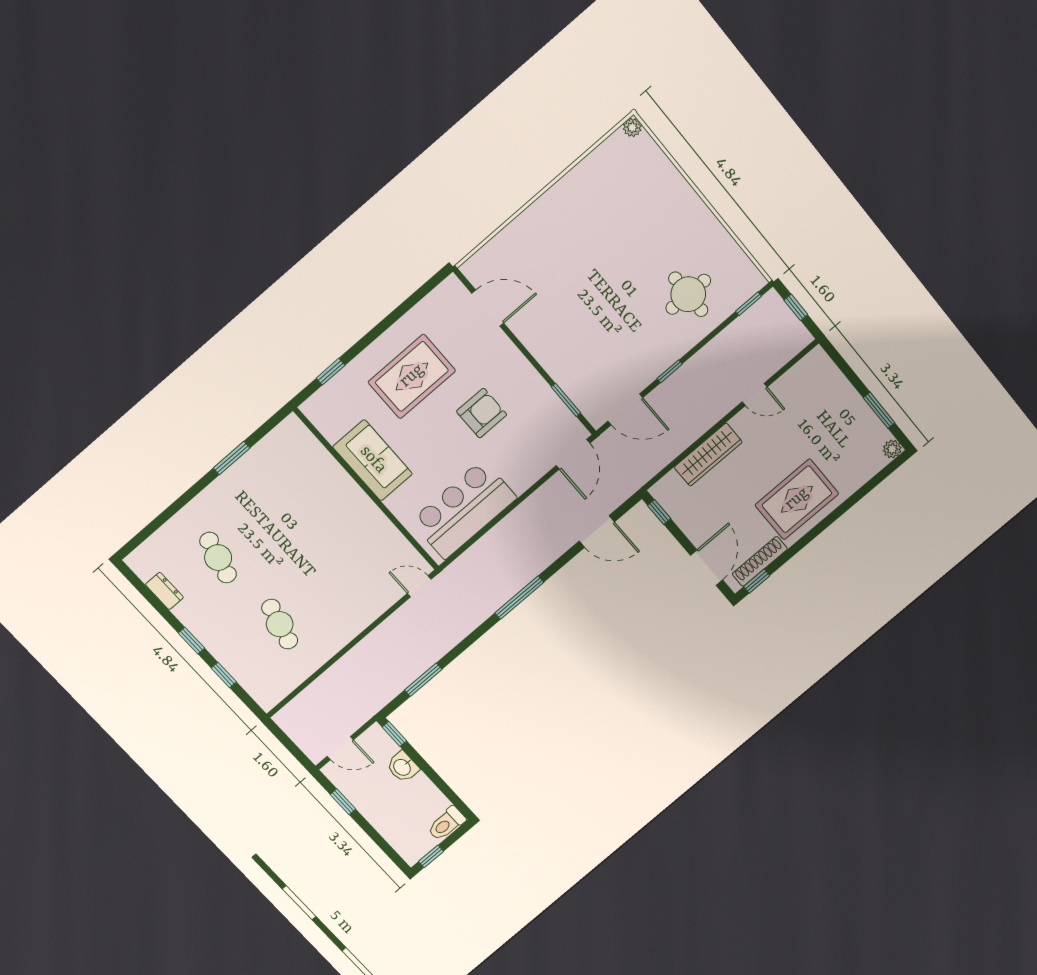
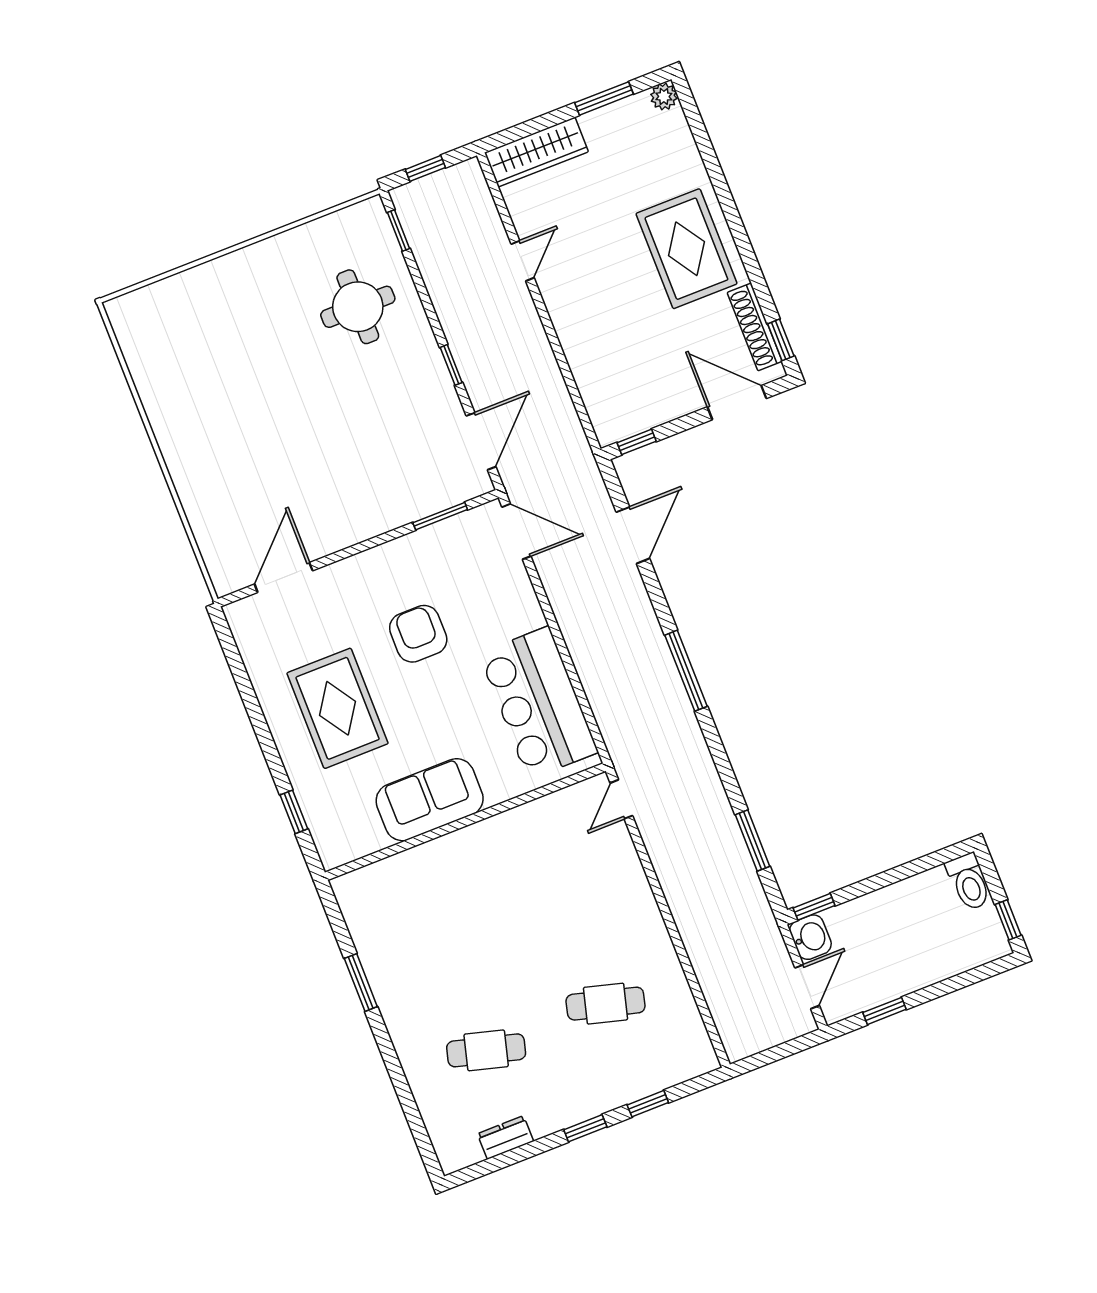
plant: (632, 127) -> (118, 310), removed
wardrobe: (708, 455) -> (536, 152), moved, turned 90
washbasin: (403, 767) -> (810, 937), moved, turned -90

